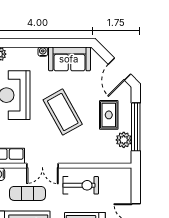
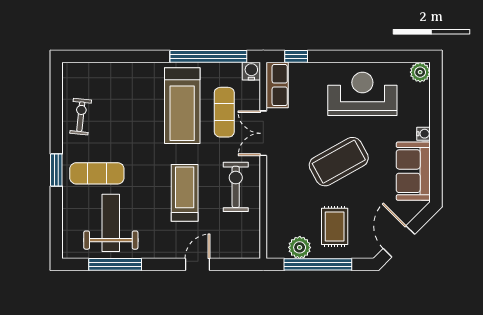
door: (119, 69) -> (399, 241), hinge flipped
rug: (109, 115) -> (335, 226), turned 90
exercise bike: (81, 185) -> (236, 187), turned 180

